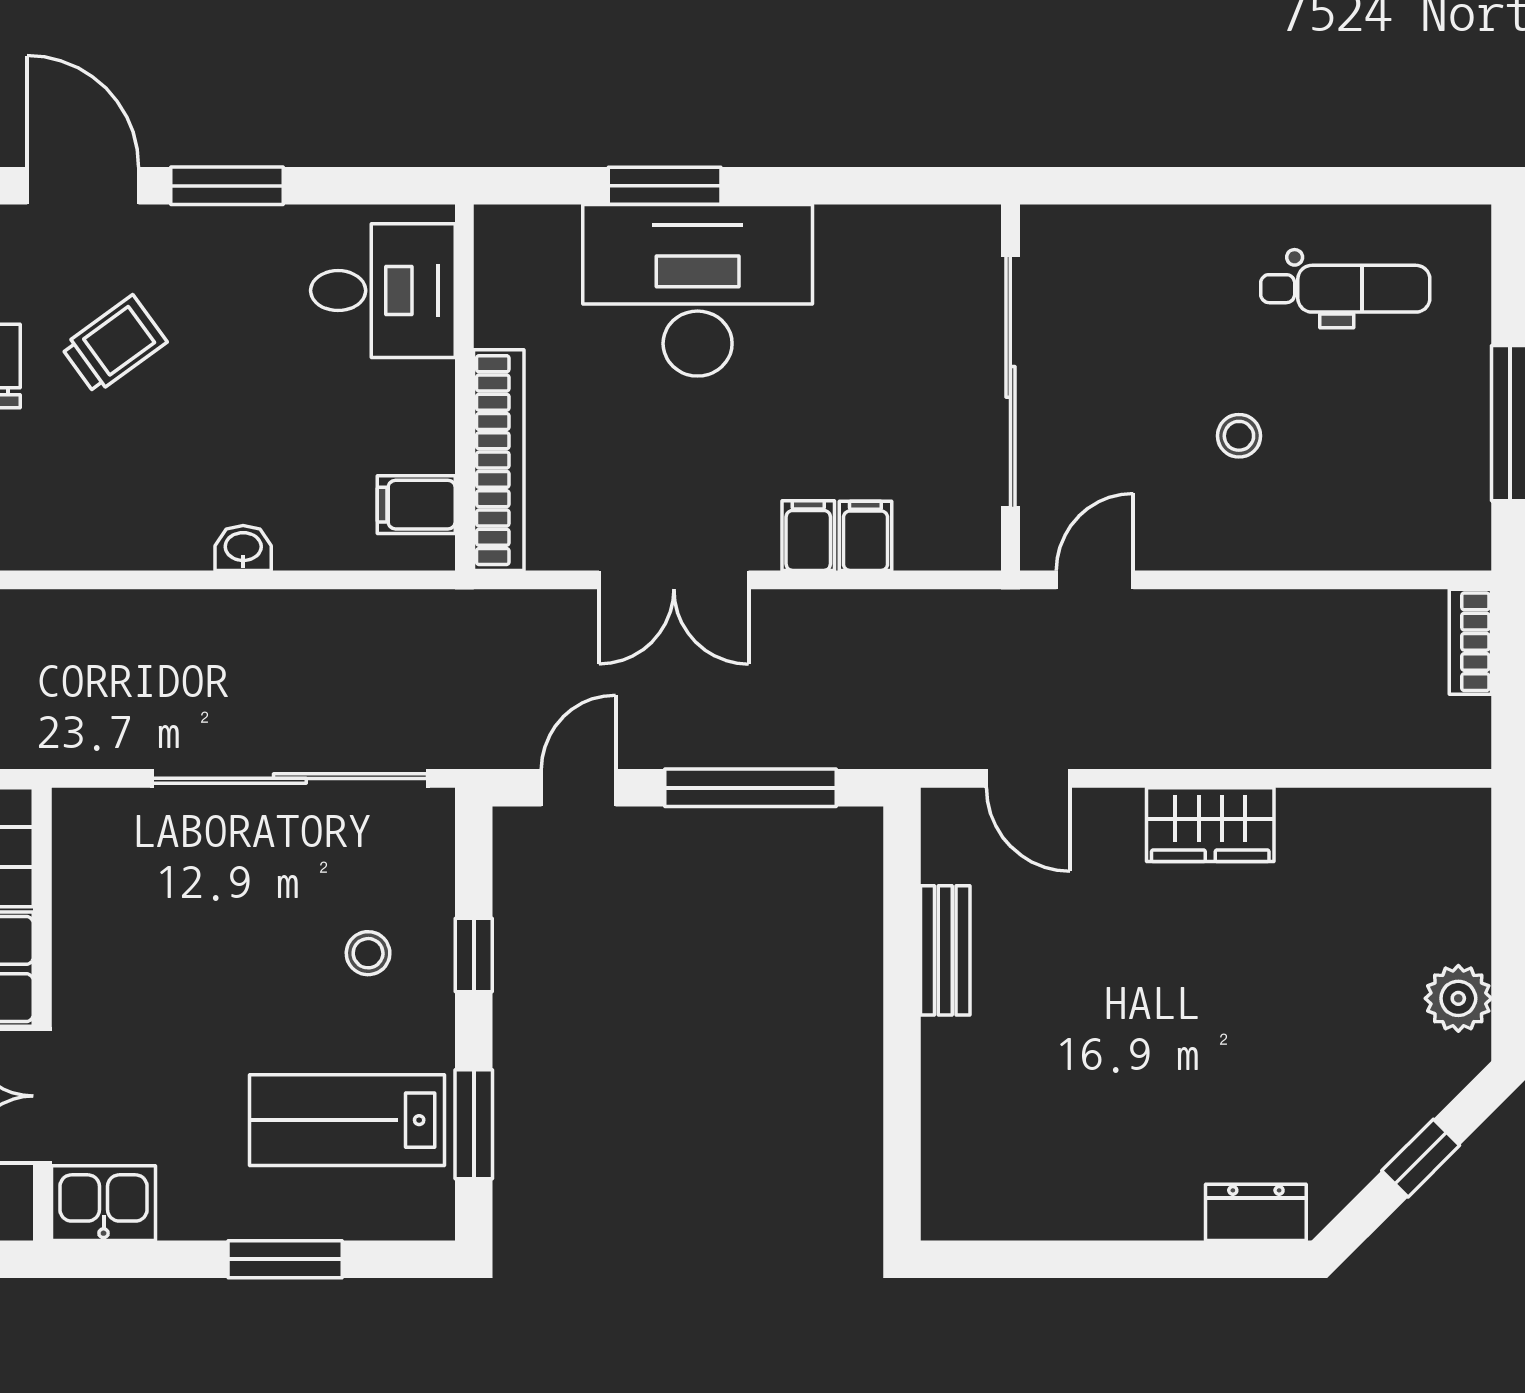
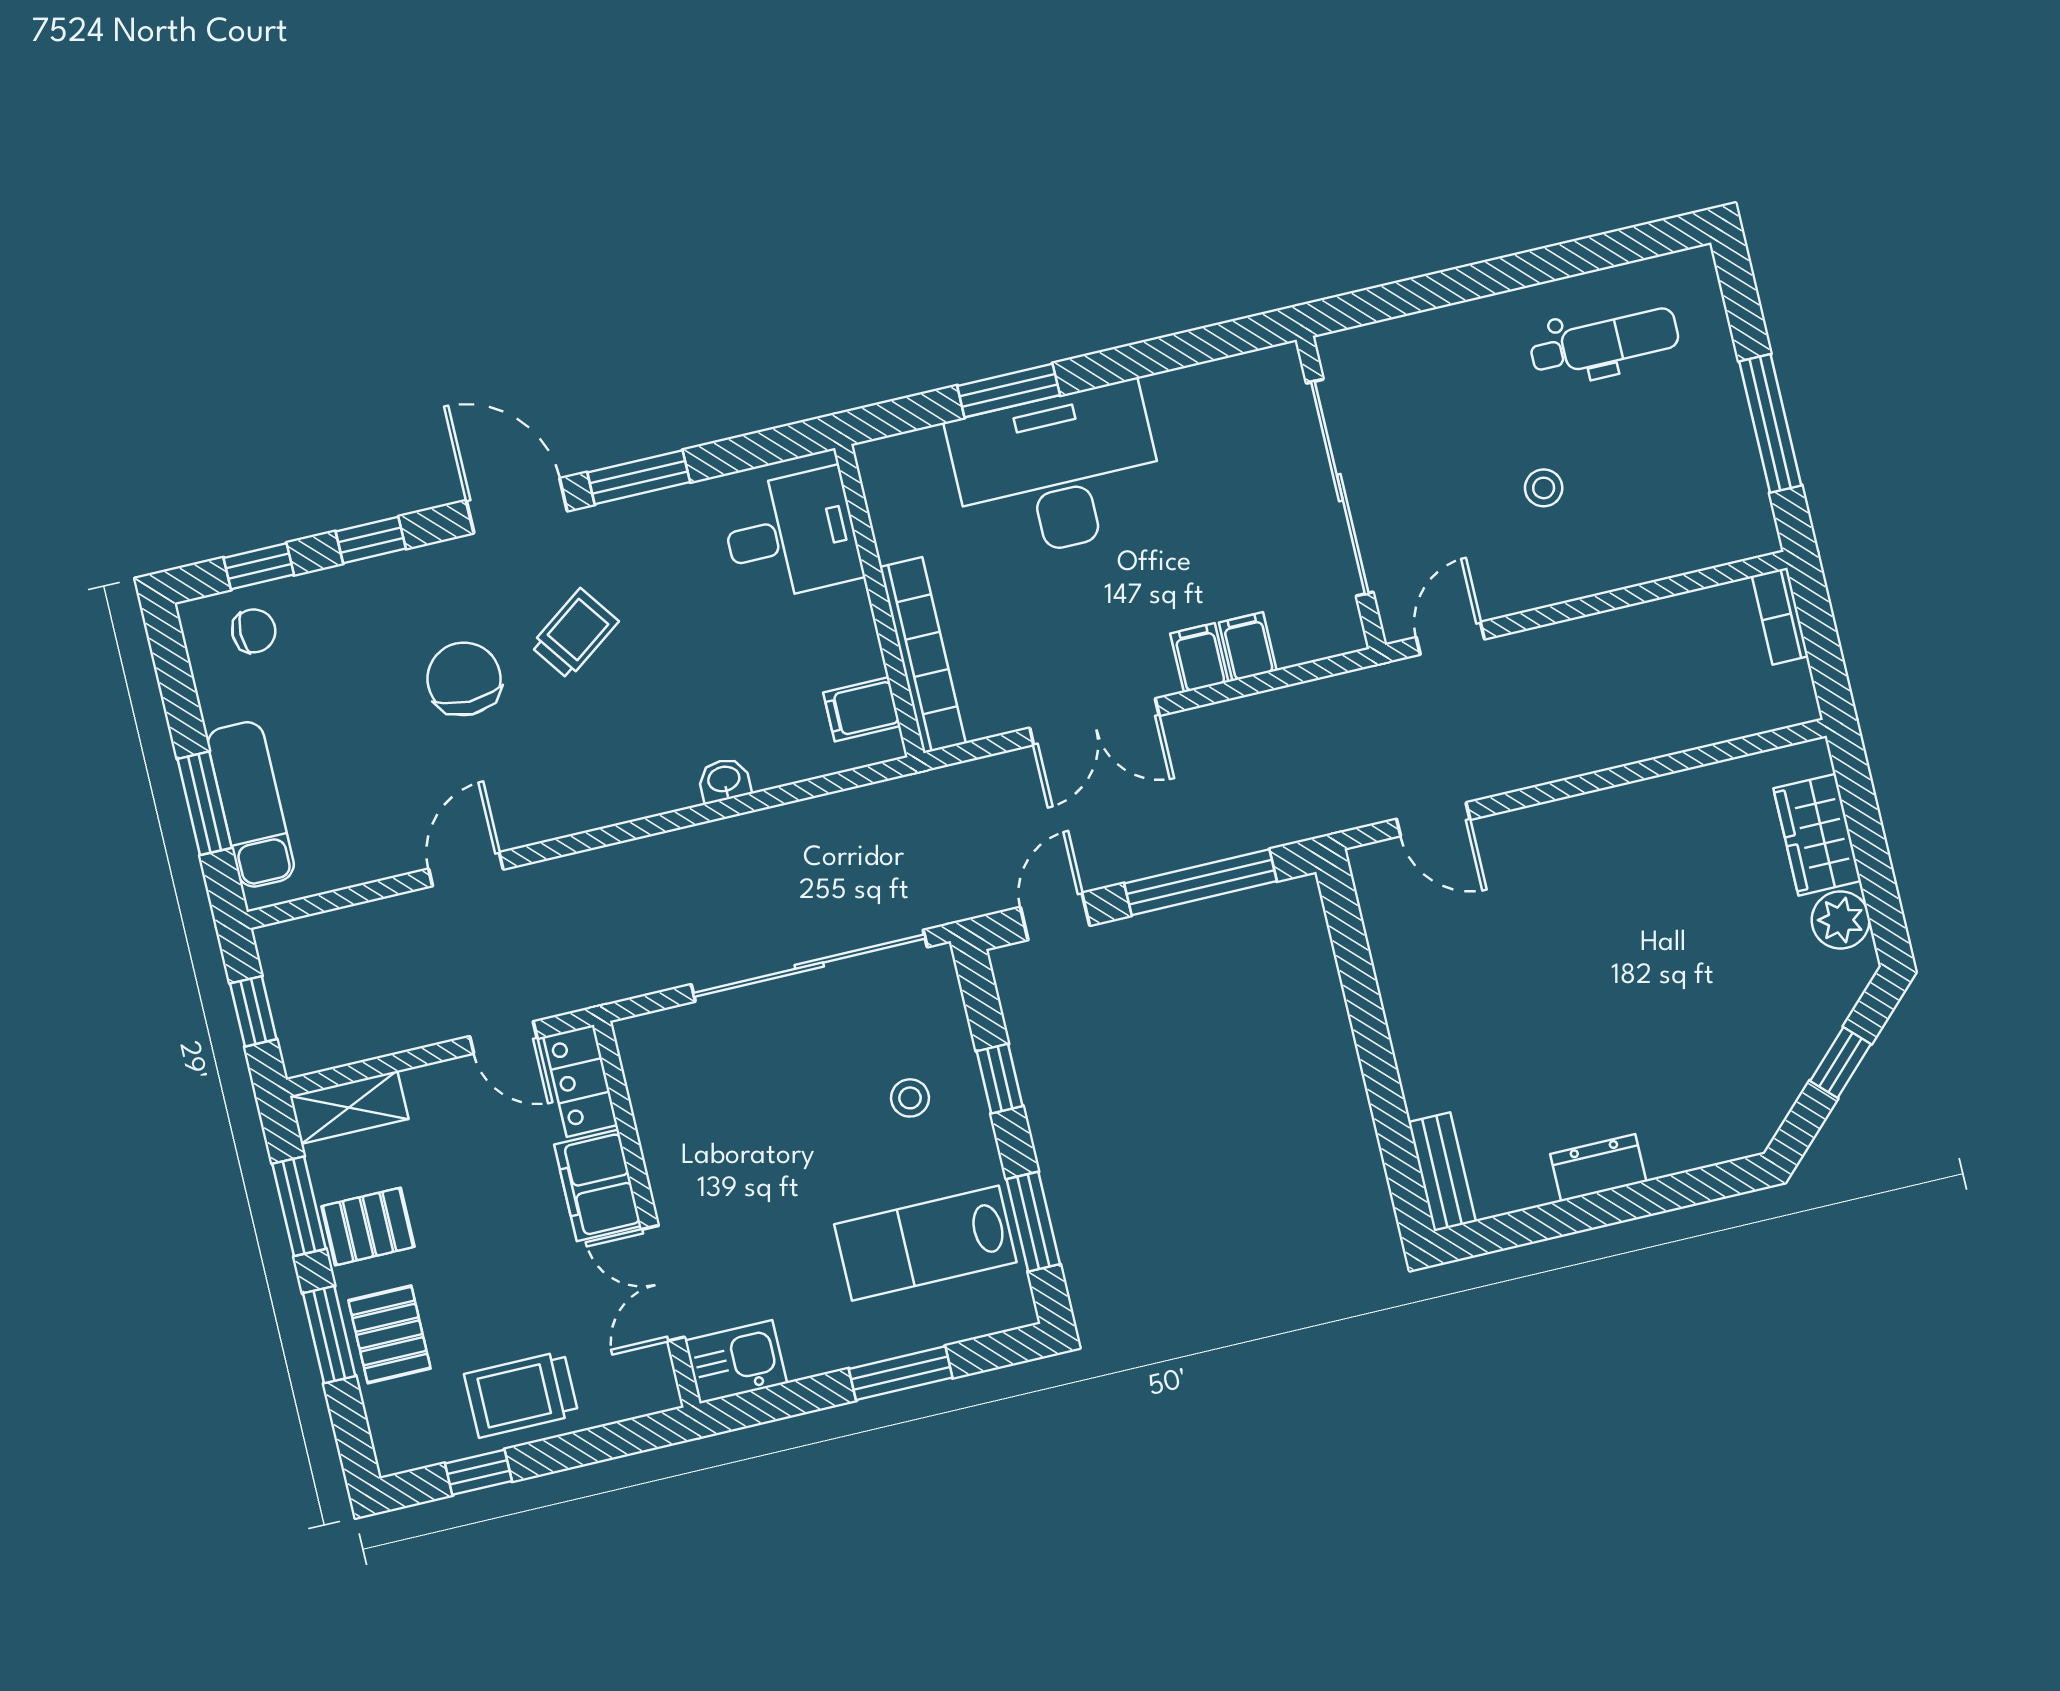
wardrobe: (1210, 825) -> (1817, 835), moved, turned 90
bench: (945, 950) -> (1442, 1172), moved
dresser: (1256, 1212) -> (1598, 1168), moved

